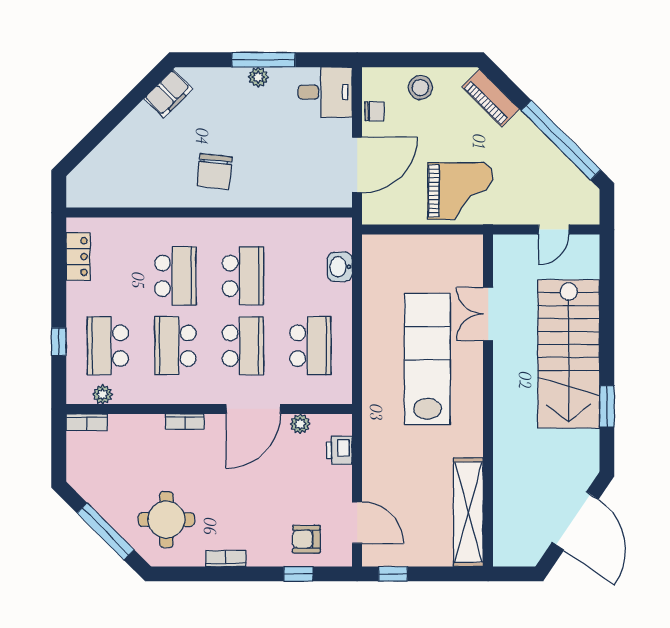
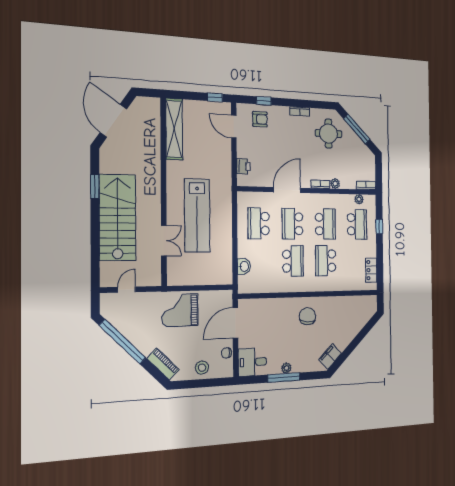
school desk: (243, 276) -> (293, 261), turned 180
plant: (300, 424) -> (335, 184), moved

